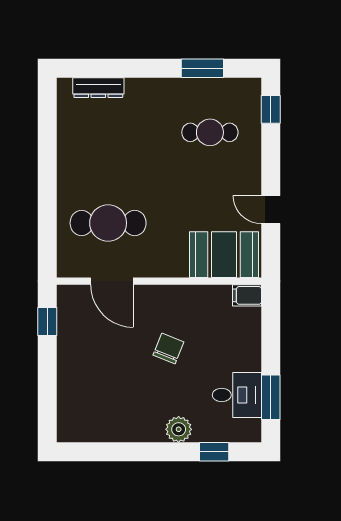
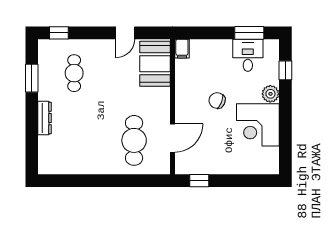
dresser: (98, 88) -> (45, 118), moved
corner desk: (132, 410) -> (258, 125), added

